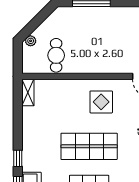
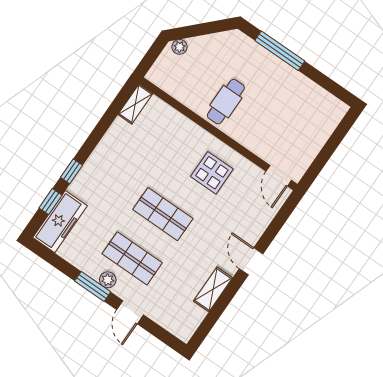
cafe table: (56, 55) -> (226, 102), moved
shop shelf: (89, 146) -> (163, 214), width x0.70, depth x0.74

